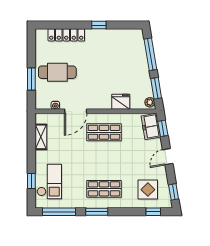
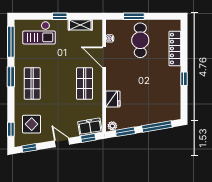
window: (31, 181) -> (60, 16), moved

